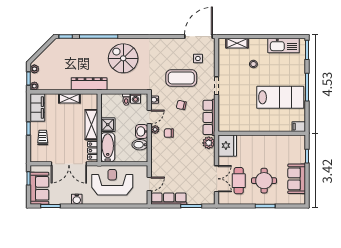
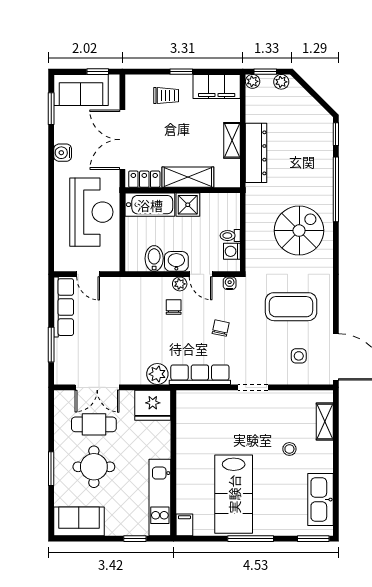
coffee table: (181, 78) -> (291, 307), moved, turned 90
dresser: (89, 84) -> (256, 153), moved
kitchen unit: (282, 141) -> (160, 498), added
sofa: (297, 179) -> (79, 521), moved

